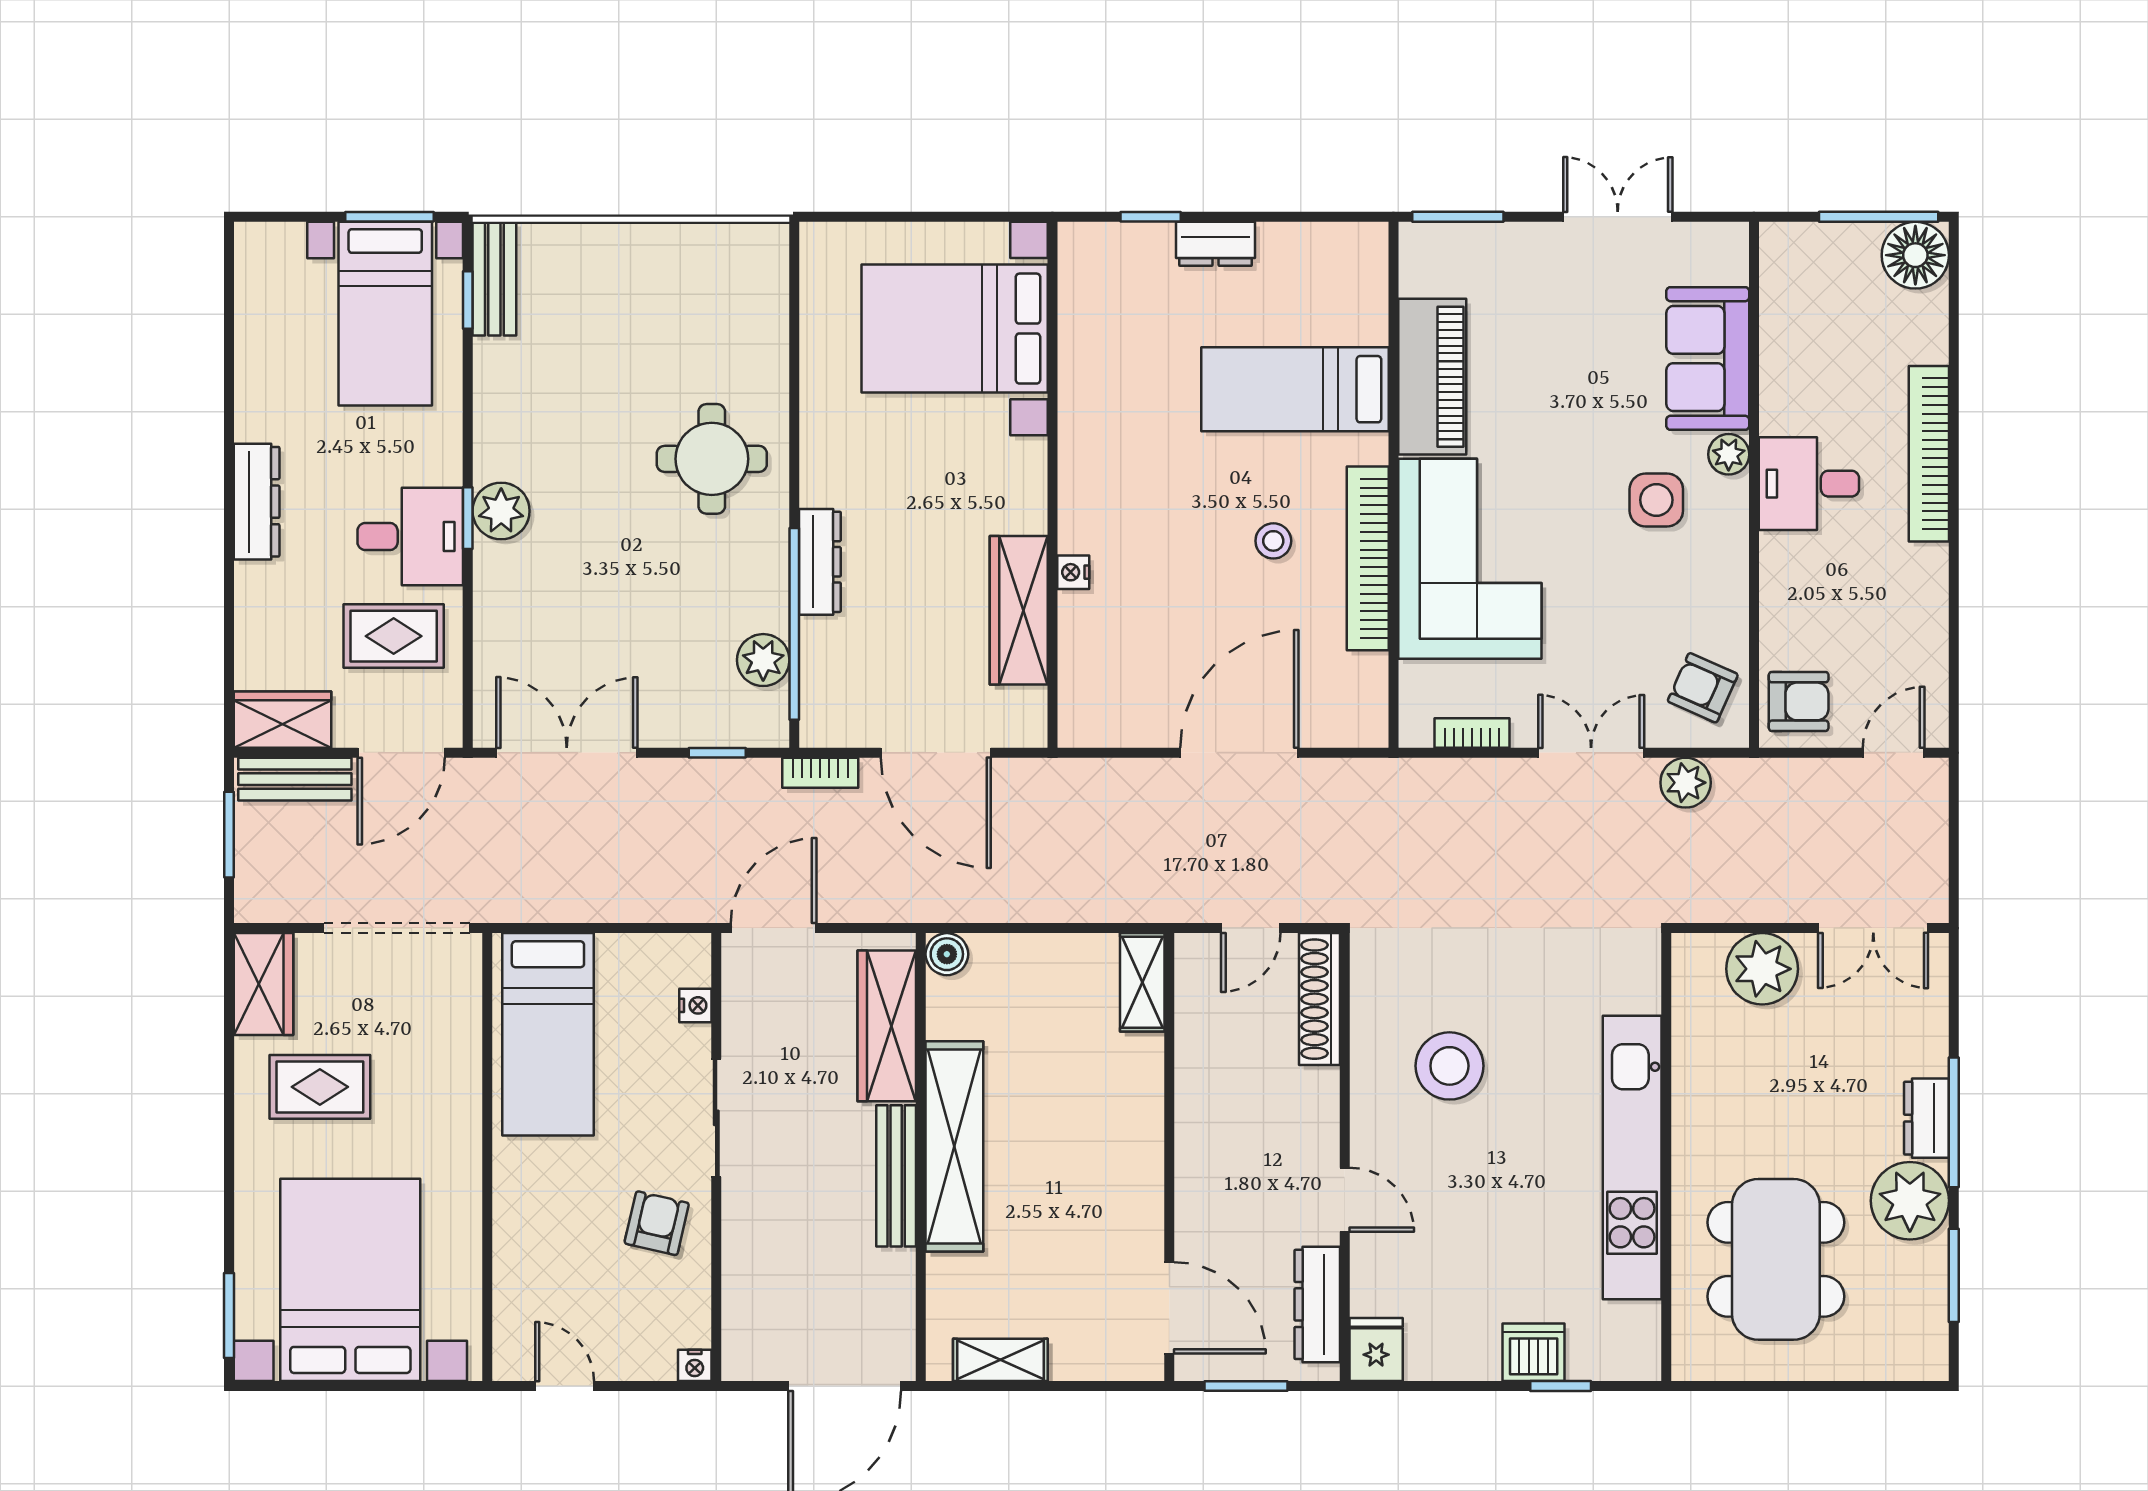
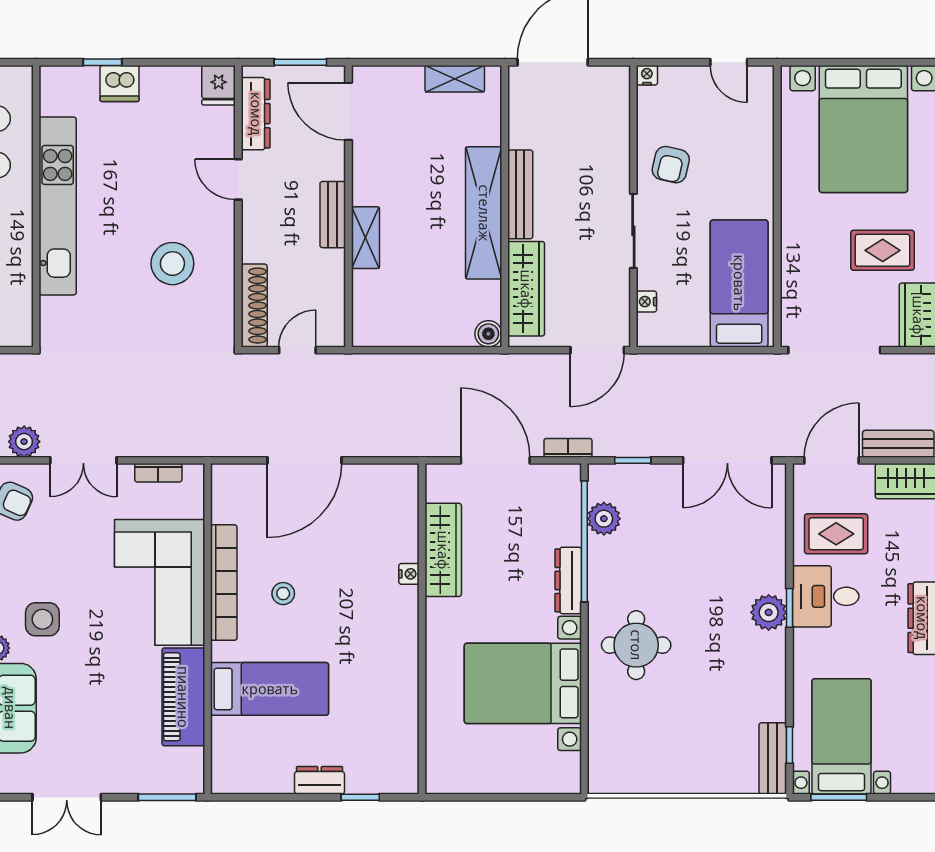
bed with nightstands: (955, 329) -> (523, 683), moved, turned 180
shelving: (1142, 982) -> (366, 238), moved
bench: (1194, 1144) -> (333, 215), added

